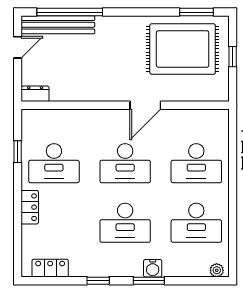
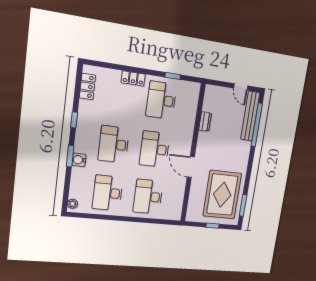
dresser: (35, 94) -> (205, 122), moved

